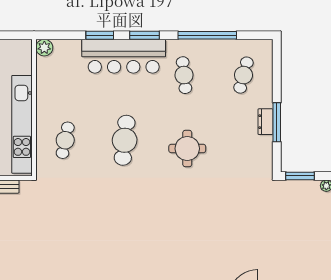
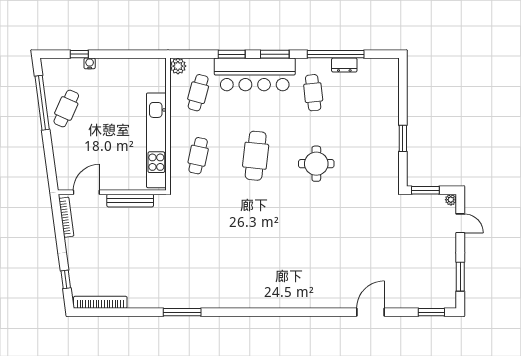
cafe table: (243, 75) -> (198, 93), moved
dresser: (265, 122) -> (344, 65), moved, turned -90
window: (277, 122) -> (403, 138), width x0.69

